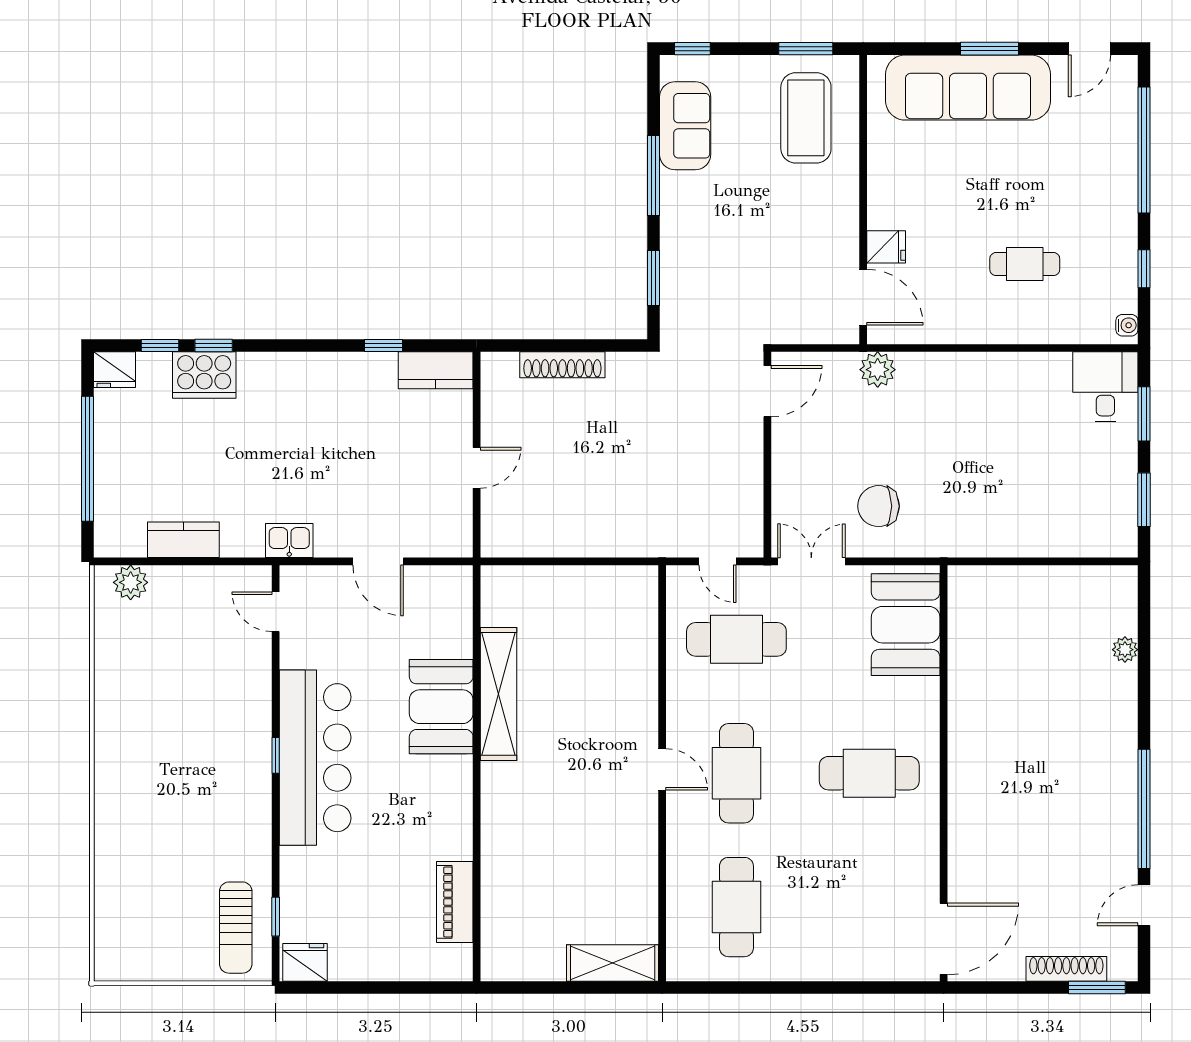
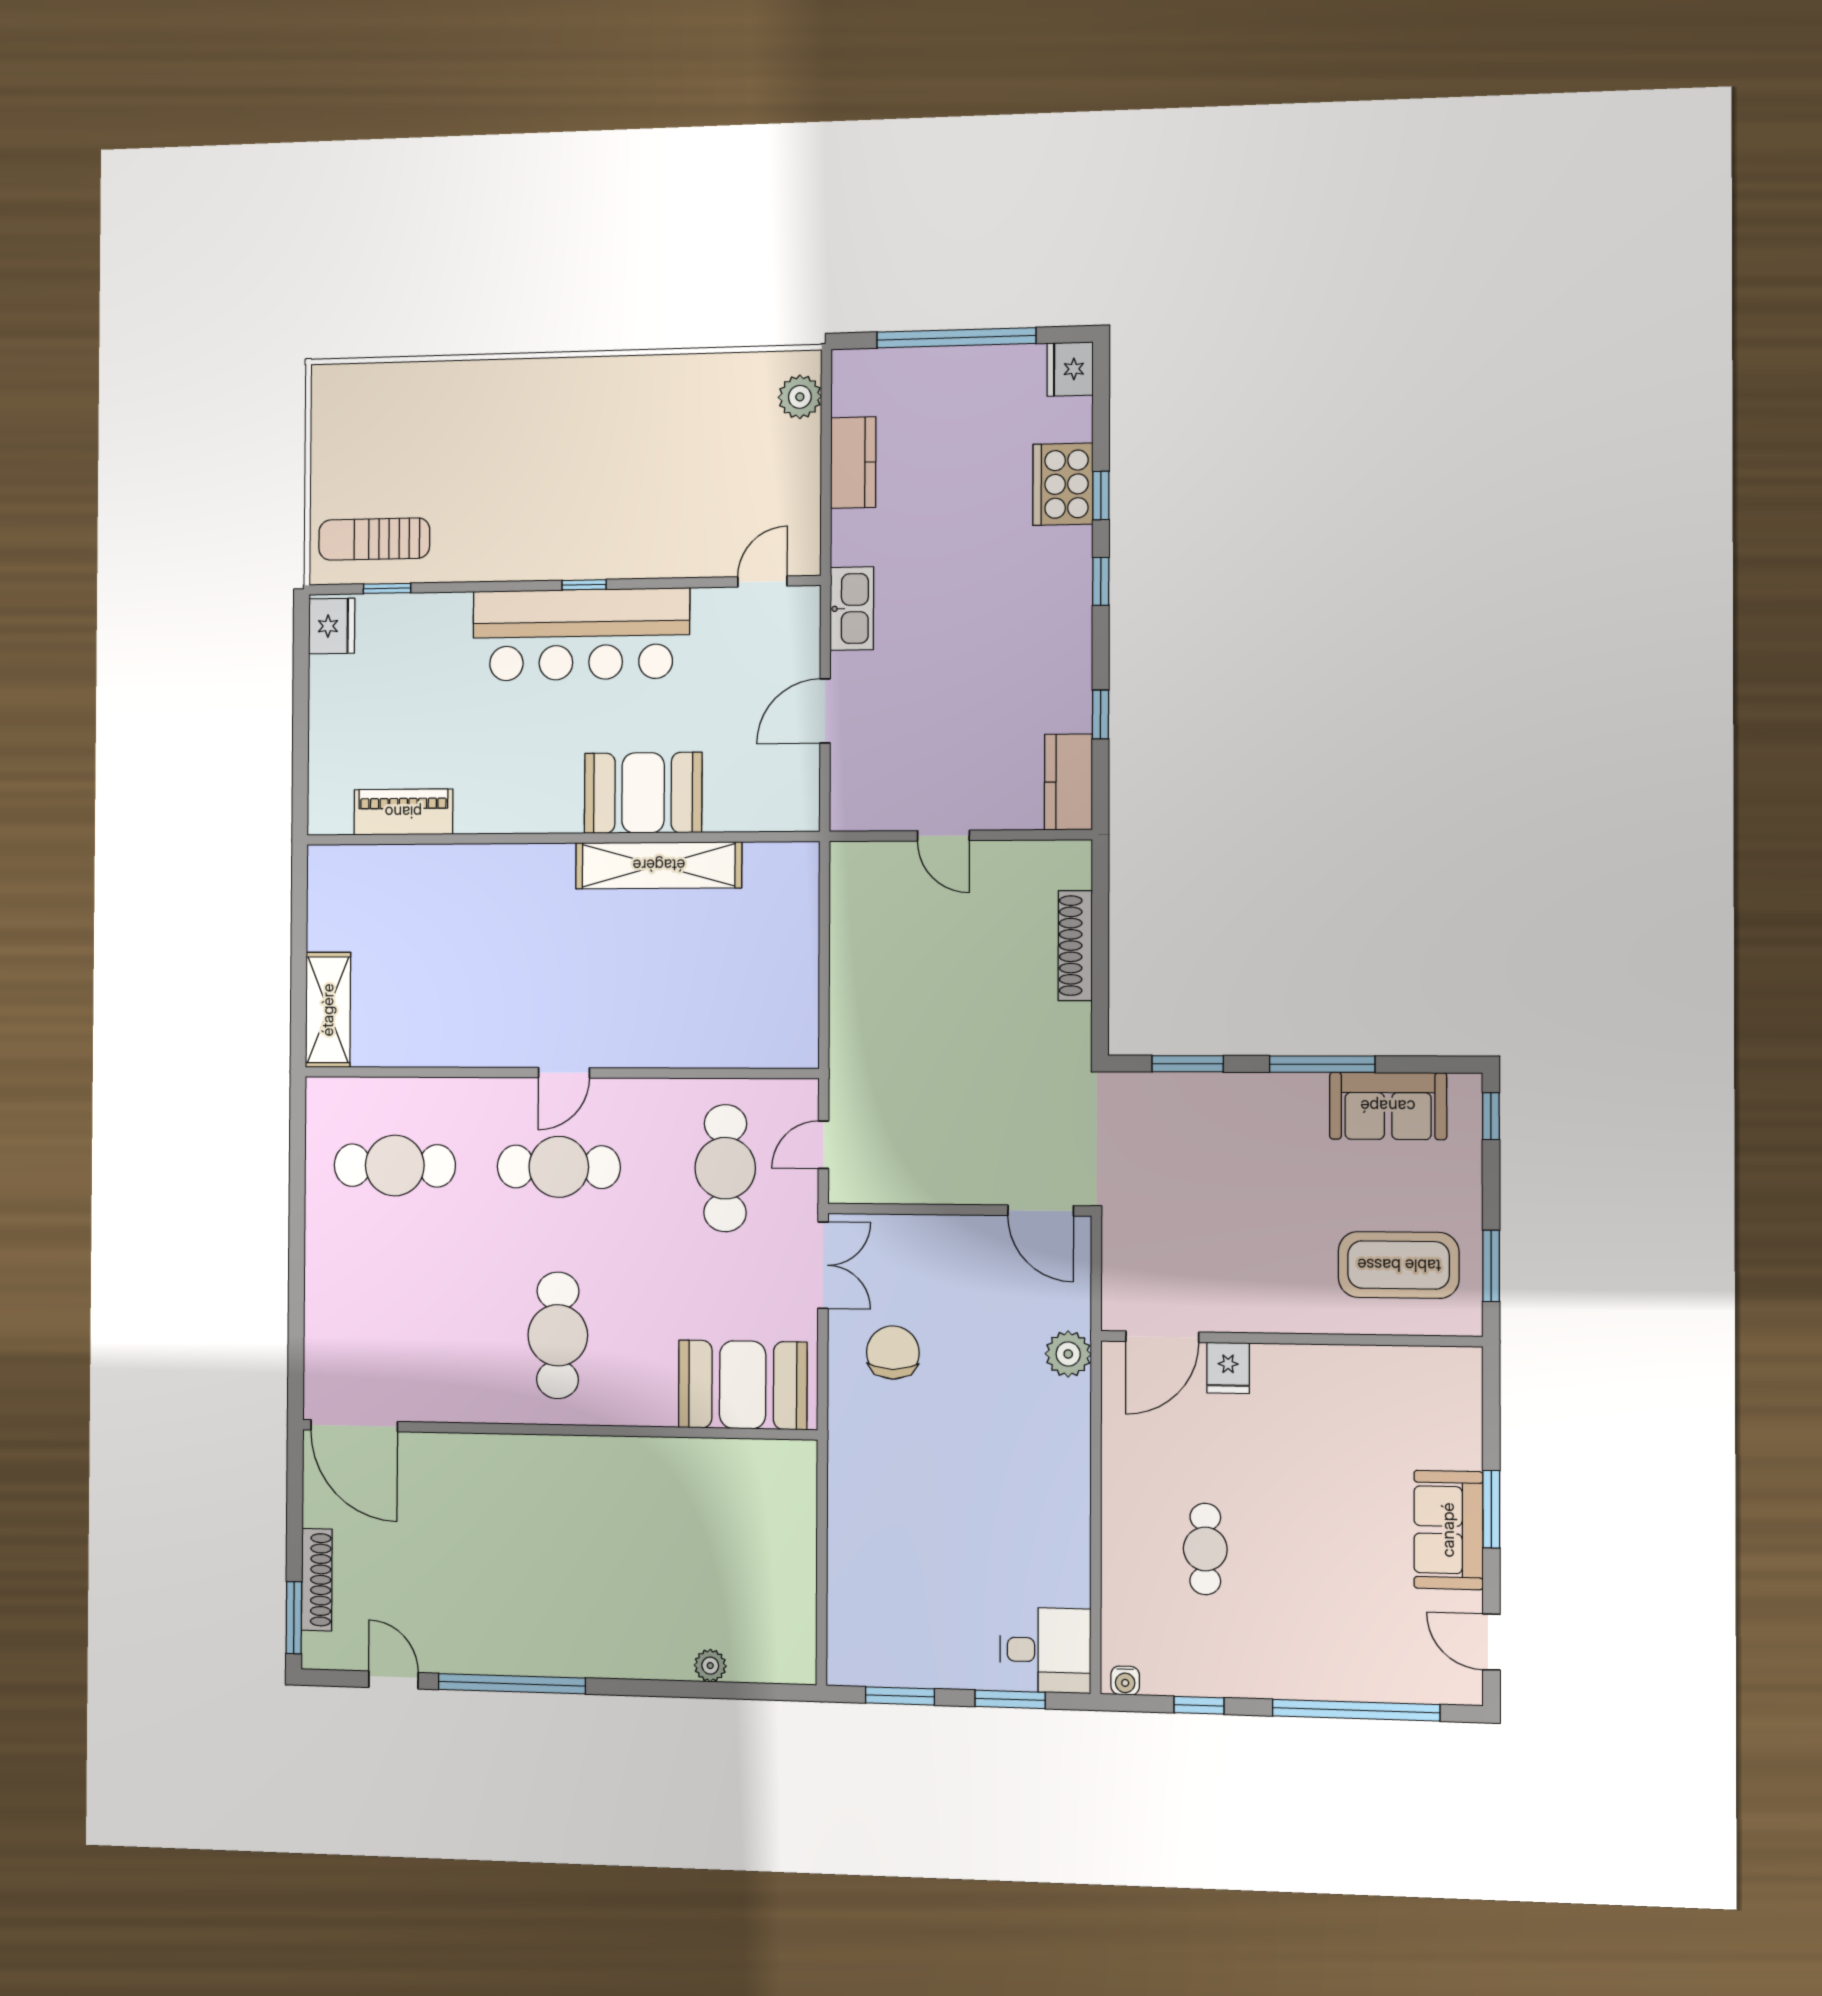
sofa: (968, 88) -> (1448, 1530), width x0.54, depth x0.79
window: (160, 346) -> (1101, 581), moved
kitchen sink: (289, 541) -> (852, 609), width x1.38

